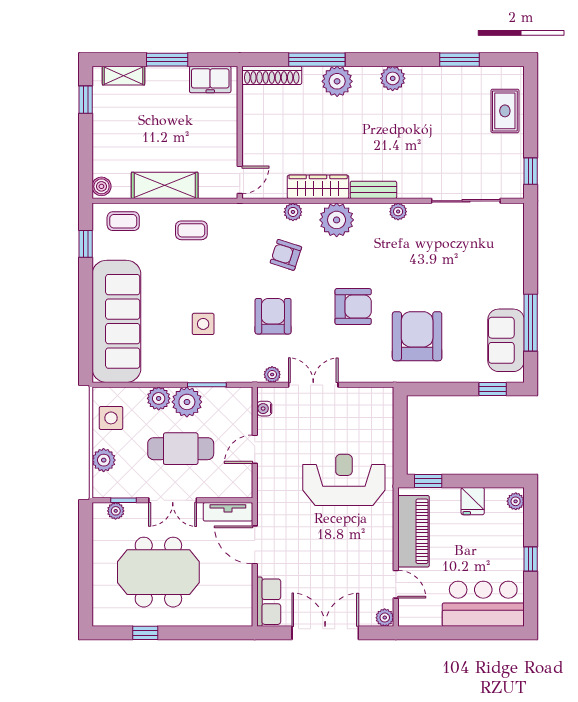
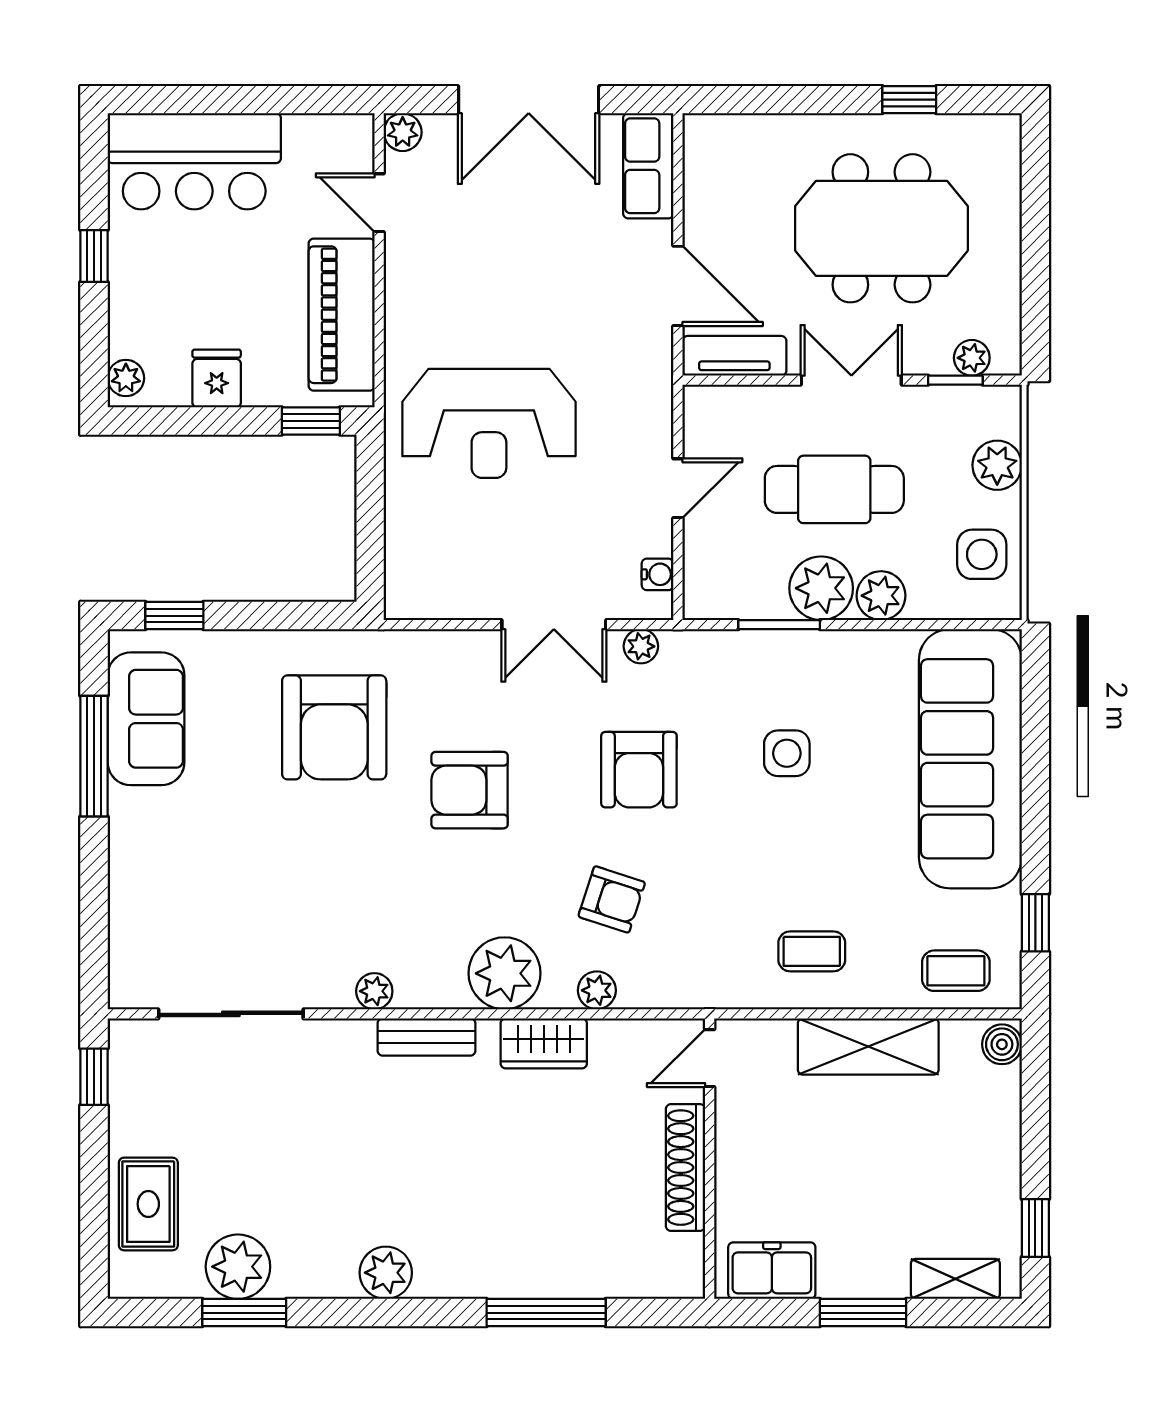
shoe rack: (272, 75) -> (685, 1168), moved, turned -90
plant: (337, 81) -> (238, 1267), moved
wardrobe: (318, 187) -> (544, 1043), width x0.67

